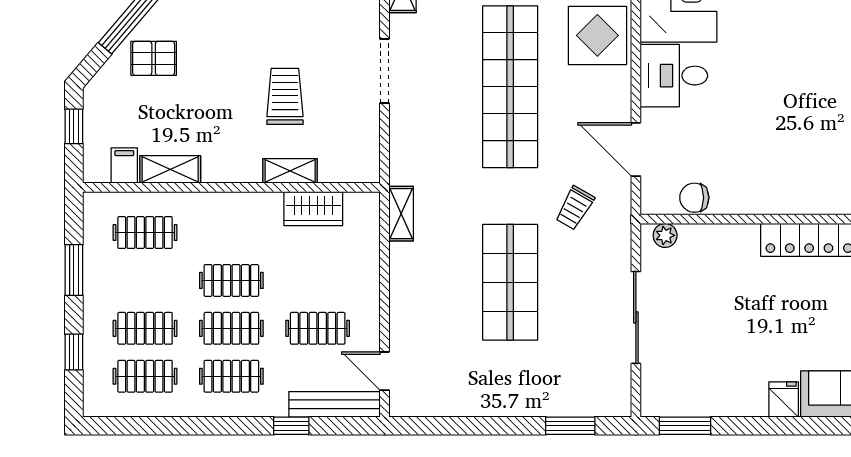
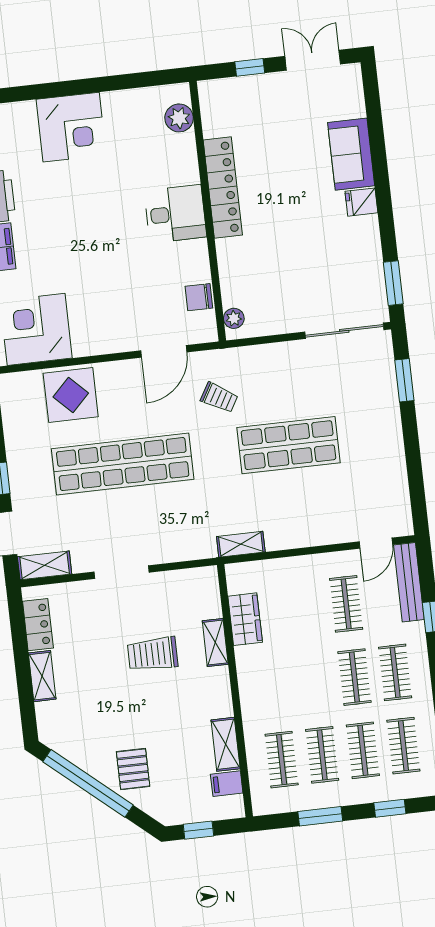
desk: (674, 76) -> (175, 214), moved, turned -90
chair: (694, 198) -> (199, 297), turned 90
clothes rail: (231, 280) -> (322, 755), moved
sliding door: (636, 317) -> (344, 331), moved

